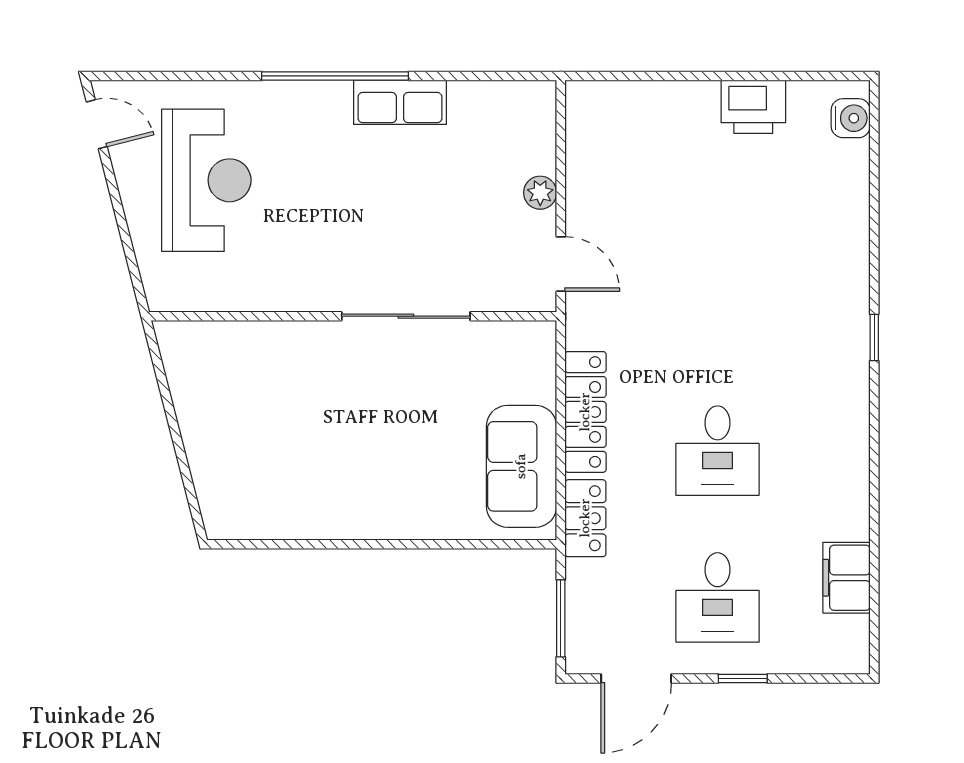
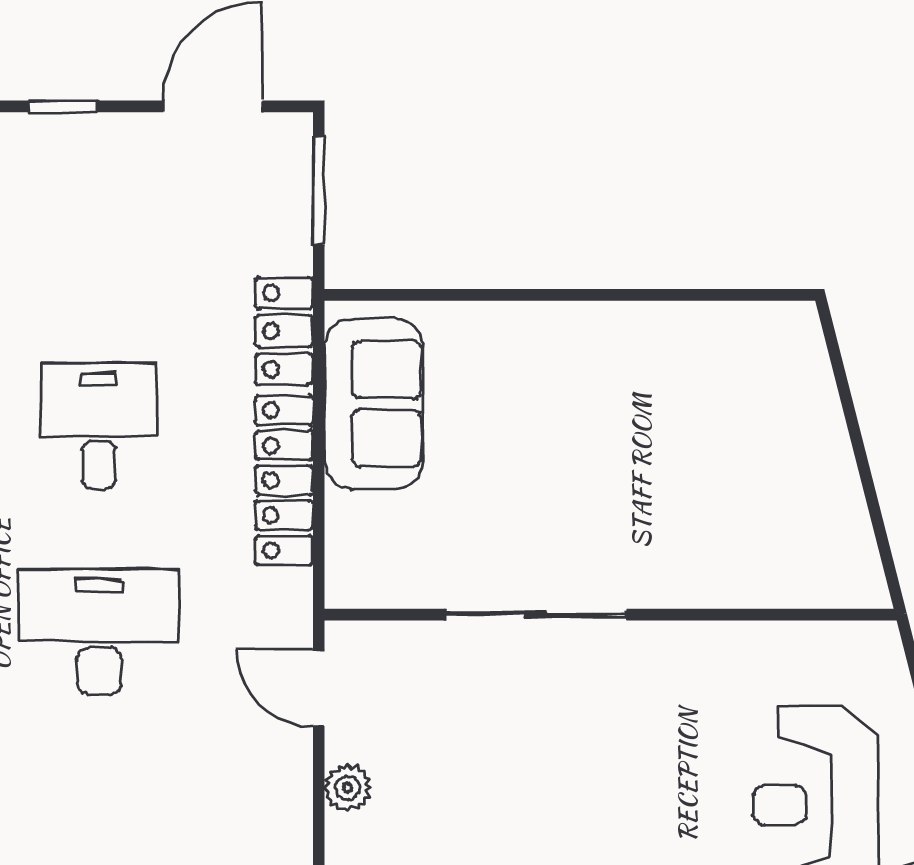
desk: (718, 597) -> (99, 632), moved, width x1.37

